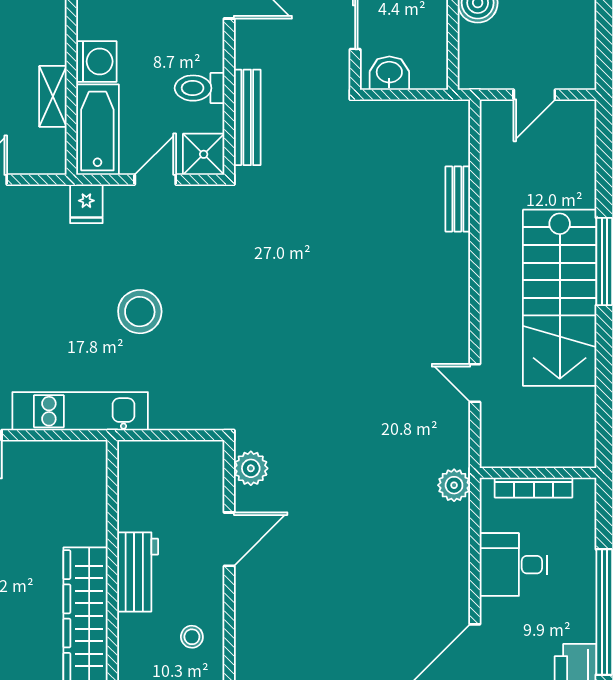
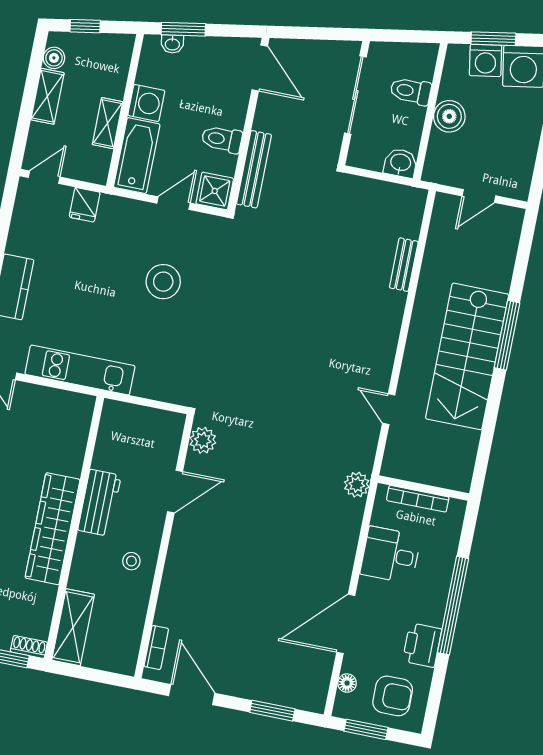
washbasin: (389, 73) -> (400, 163), moved
fridge: (86, 204) -> (85, 205), moved
stool: (140, 312) -> (163, 282), moved

